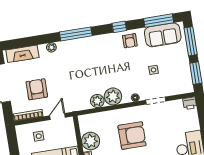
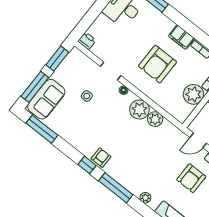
window: (119, 27) -> (87, 165), moved
sofa: (163, 35) -> (46, 99), moved, turned 90
armchair: (130, 41) -> (101, 158), moved
armchair: (132, 136) -> (158, 64), turned -90

